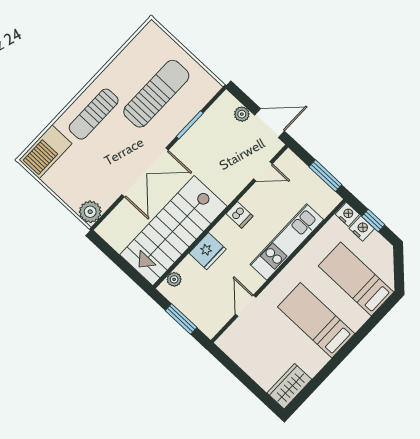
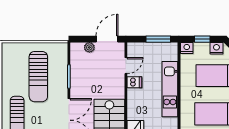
sun lounger: (156, 94) -> (38, 77), turned 180
dishwasher: (239, 215) -> (134, 82), moved
nightstand: (362, 228) -> (216, 48), moved

